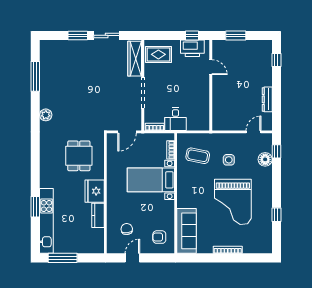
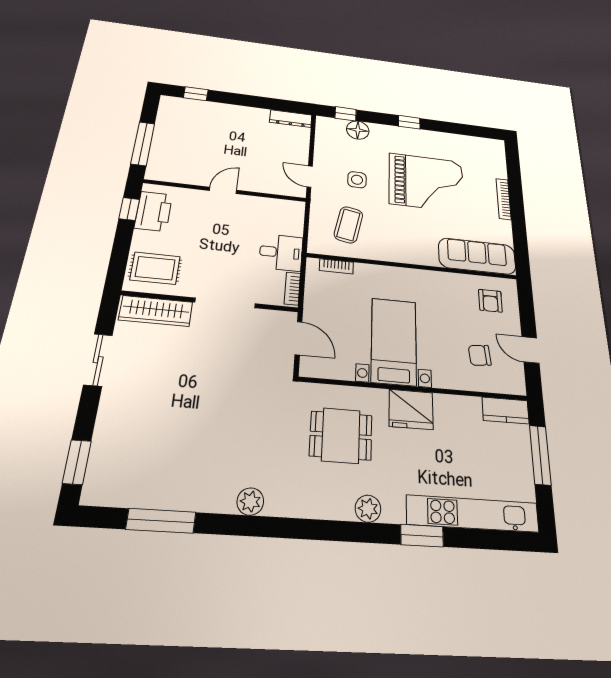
window: (78, 35) -> (77, 462), moved
window: (236, 35) -> (143, 144), width x1.44
rug: (158, 54) -> (155, 268), turned 90
door: (211, 67) -> (223, 190), moved
dresser: (267, 99) -> (291, 119), moved
door: (254, 132) -> (310, 176), moved
plant: (46, 170) -> (368, 509), added
bed with nightstands: (151, 180) -> (394, 341), moved, turned 180
window: (35, 207) -> (422, 536), moved
kitchen counter: (98, 215) -> (506, 411), moved
window: (276, 215) -> (409, 122), moved
window: (63, 258) -> (540, 455), moved

